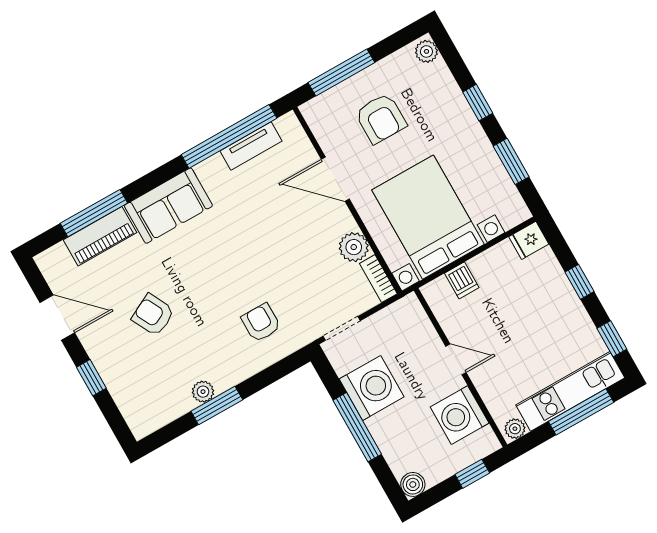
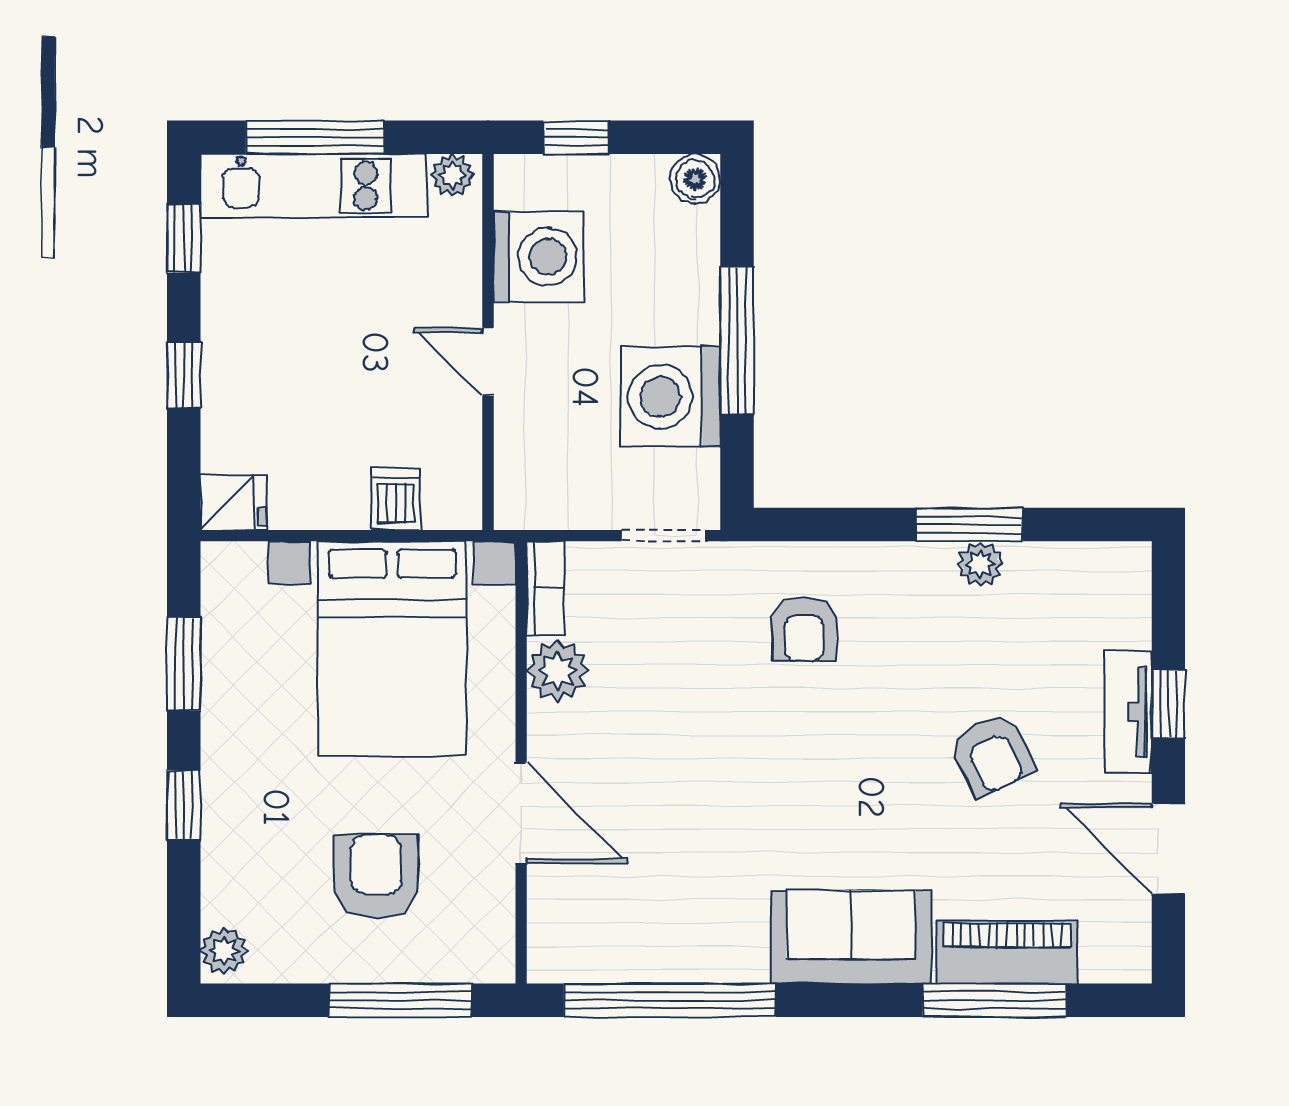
tv unit: (251, 146) -> (1128, 712), moved, turned -90

